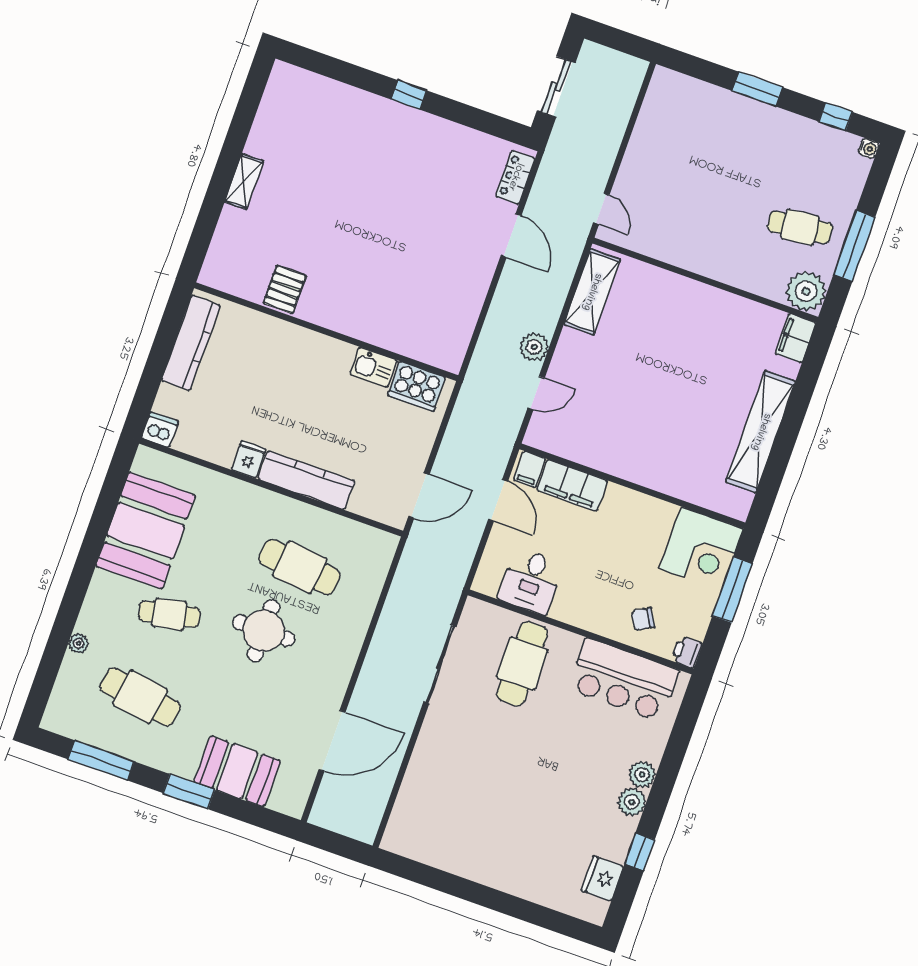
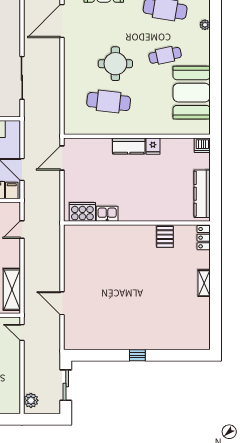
locker: (515, 177) -> (204, 238), moved, turned 180
plant: (534, 347) -> (31, 400), moved
kitchen counter: (306, 480) -> (129, 146), width x0.67

